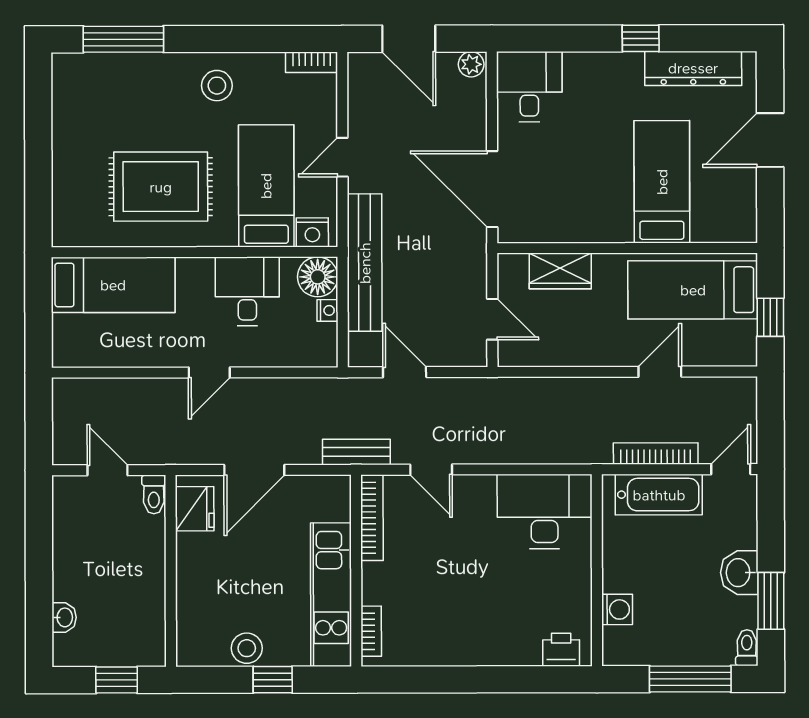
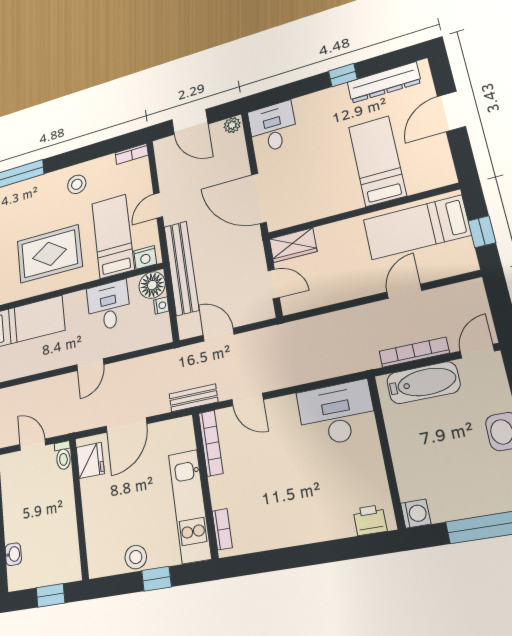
wardrobe: (560, 271) -> (293, 245), moved
washing machine: (617, 609) -> (416, 514), moved

